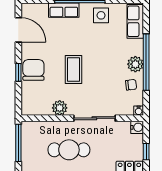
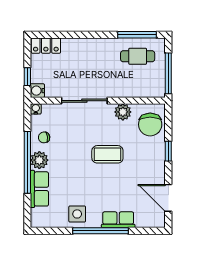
row of seats: (135, 21) -> (39, 189), moved
coffee table: (74, 69) -> (107, 154), turned 90
chair: (33, 70) -> (150, 124), moved
cafe table: (69, 150) -> (138, 56), moved, width x0.73, depth x0.74
window: (146, 152) -> (27, 77), moved

